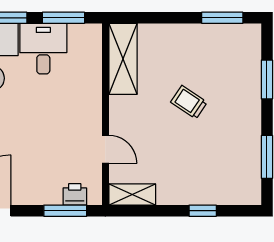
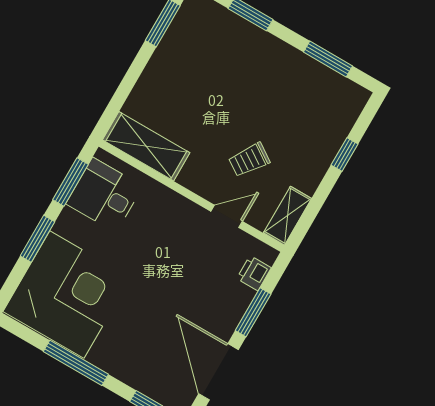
desk: (43, 49) -> (104, 195), moved
trolley: (189, 102) -> (249, 160), moved
window: (65, 211) -> (253, 312), moved

